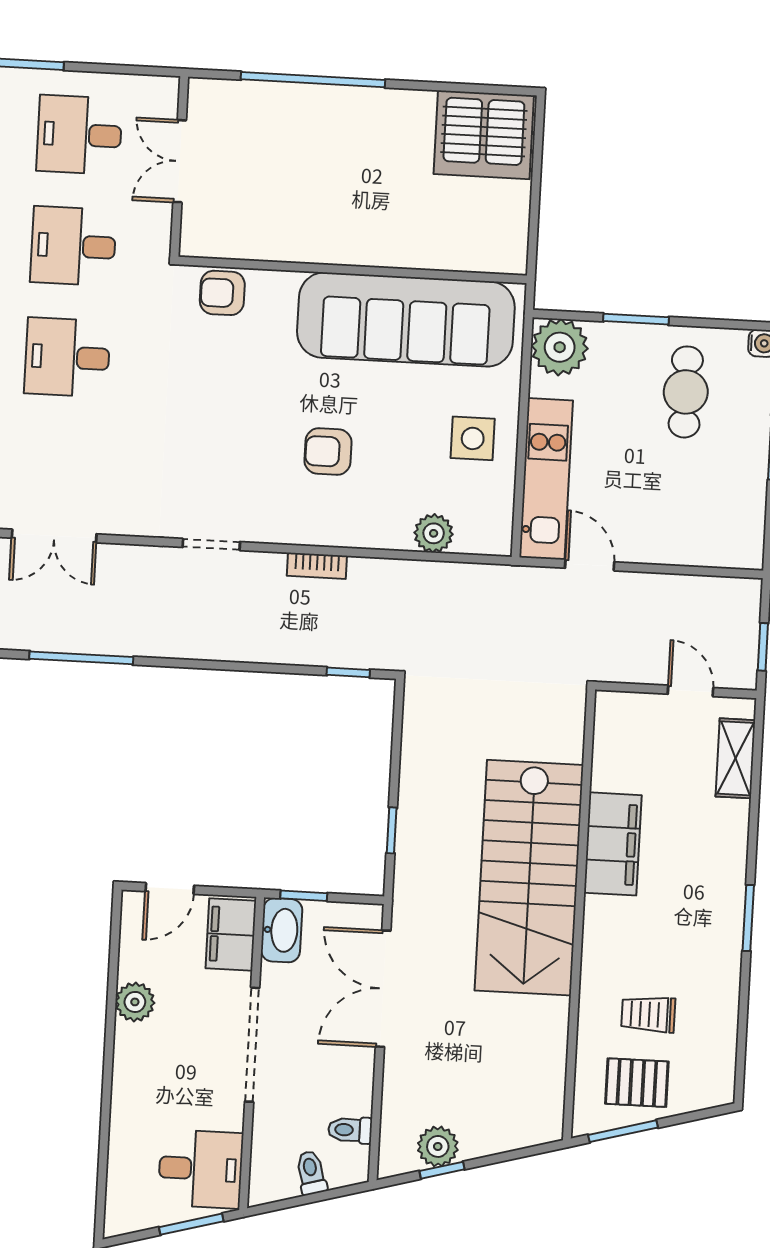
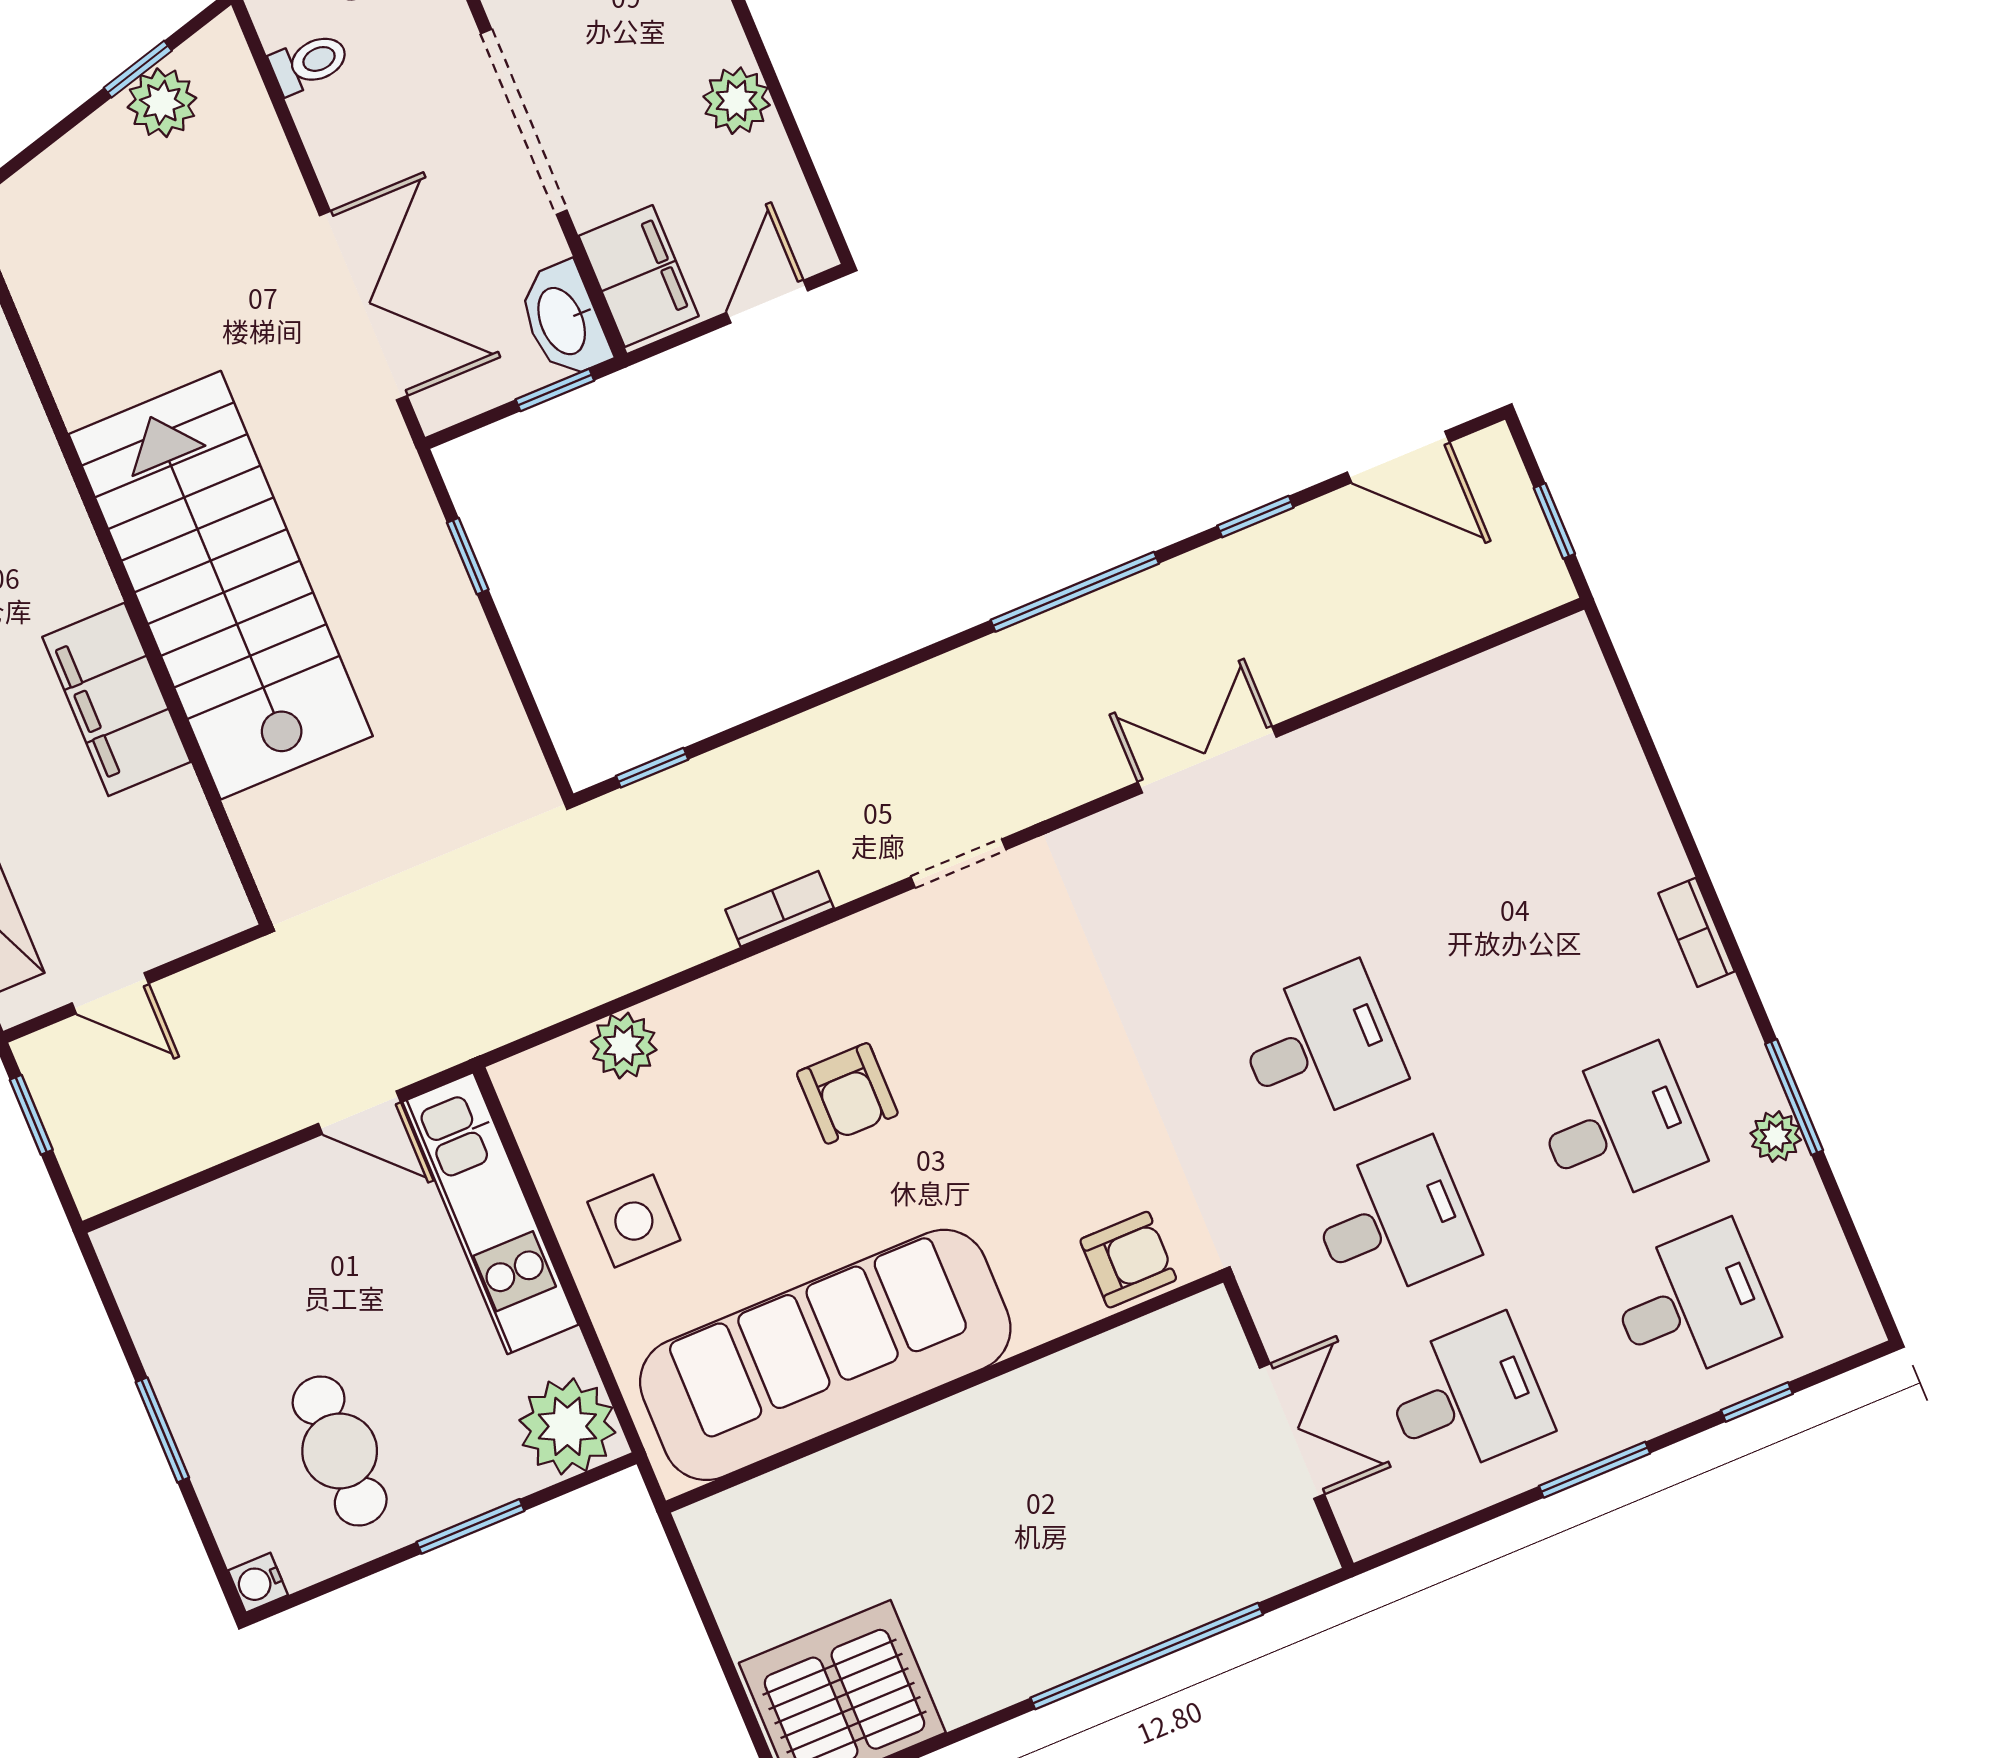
armchair: (328, 452) -> (847, 1093), turned 90

